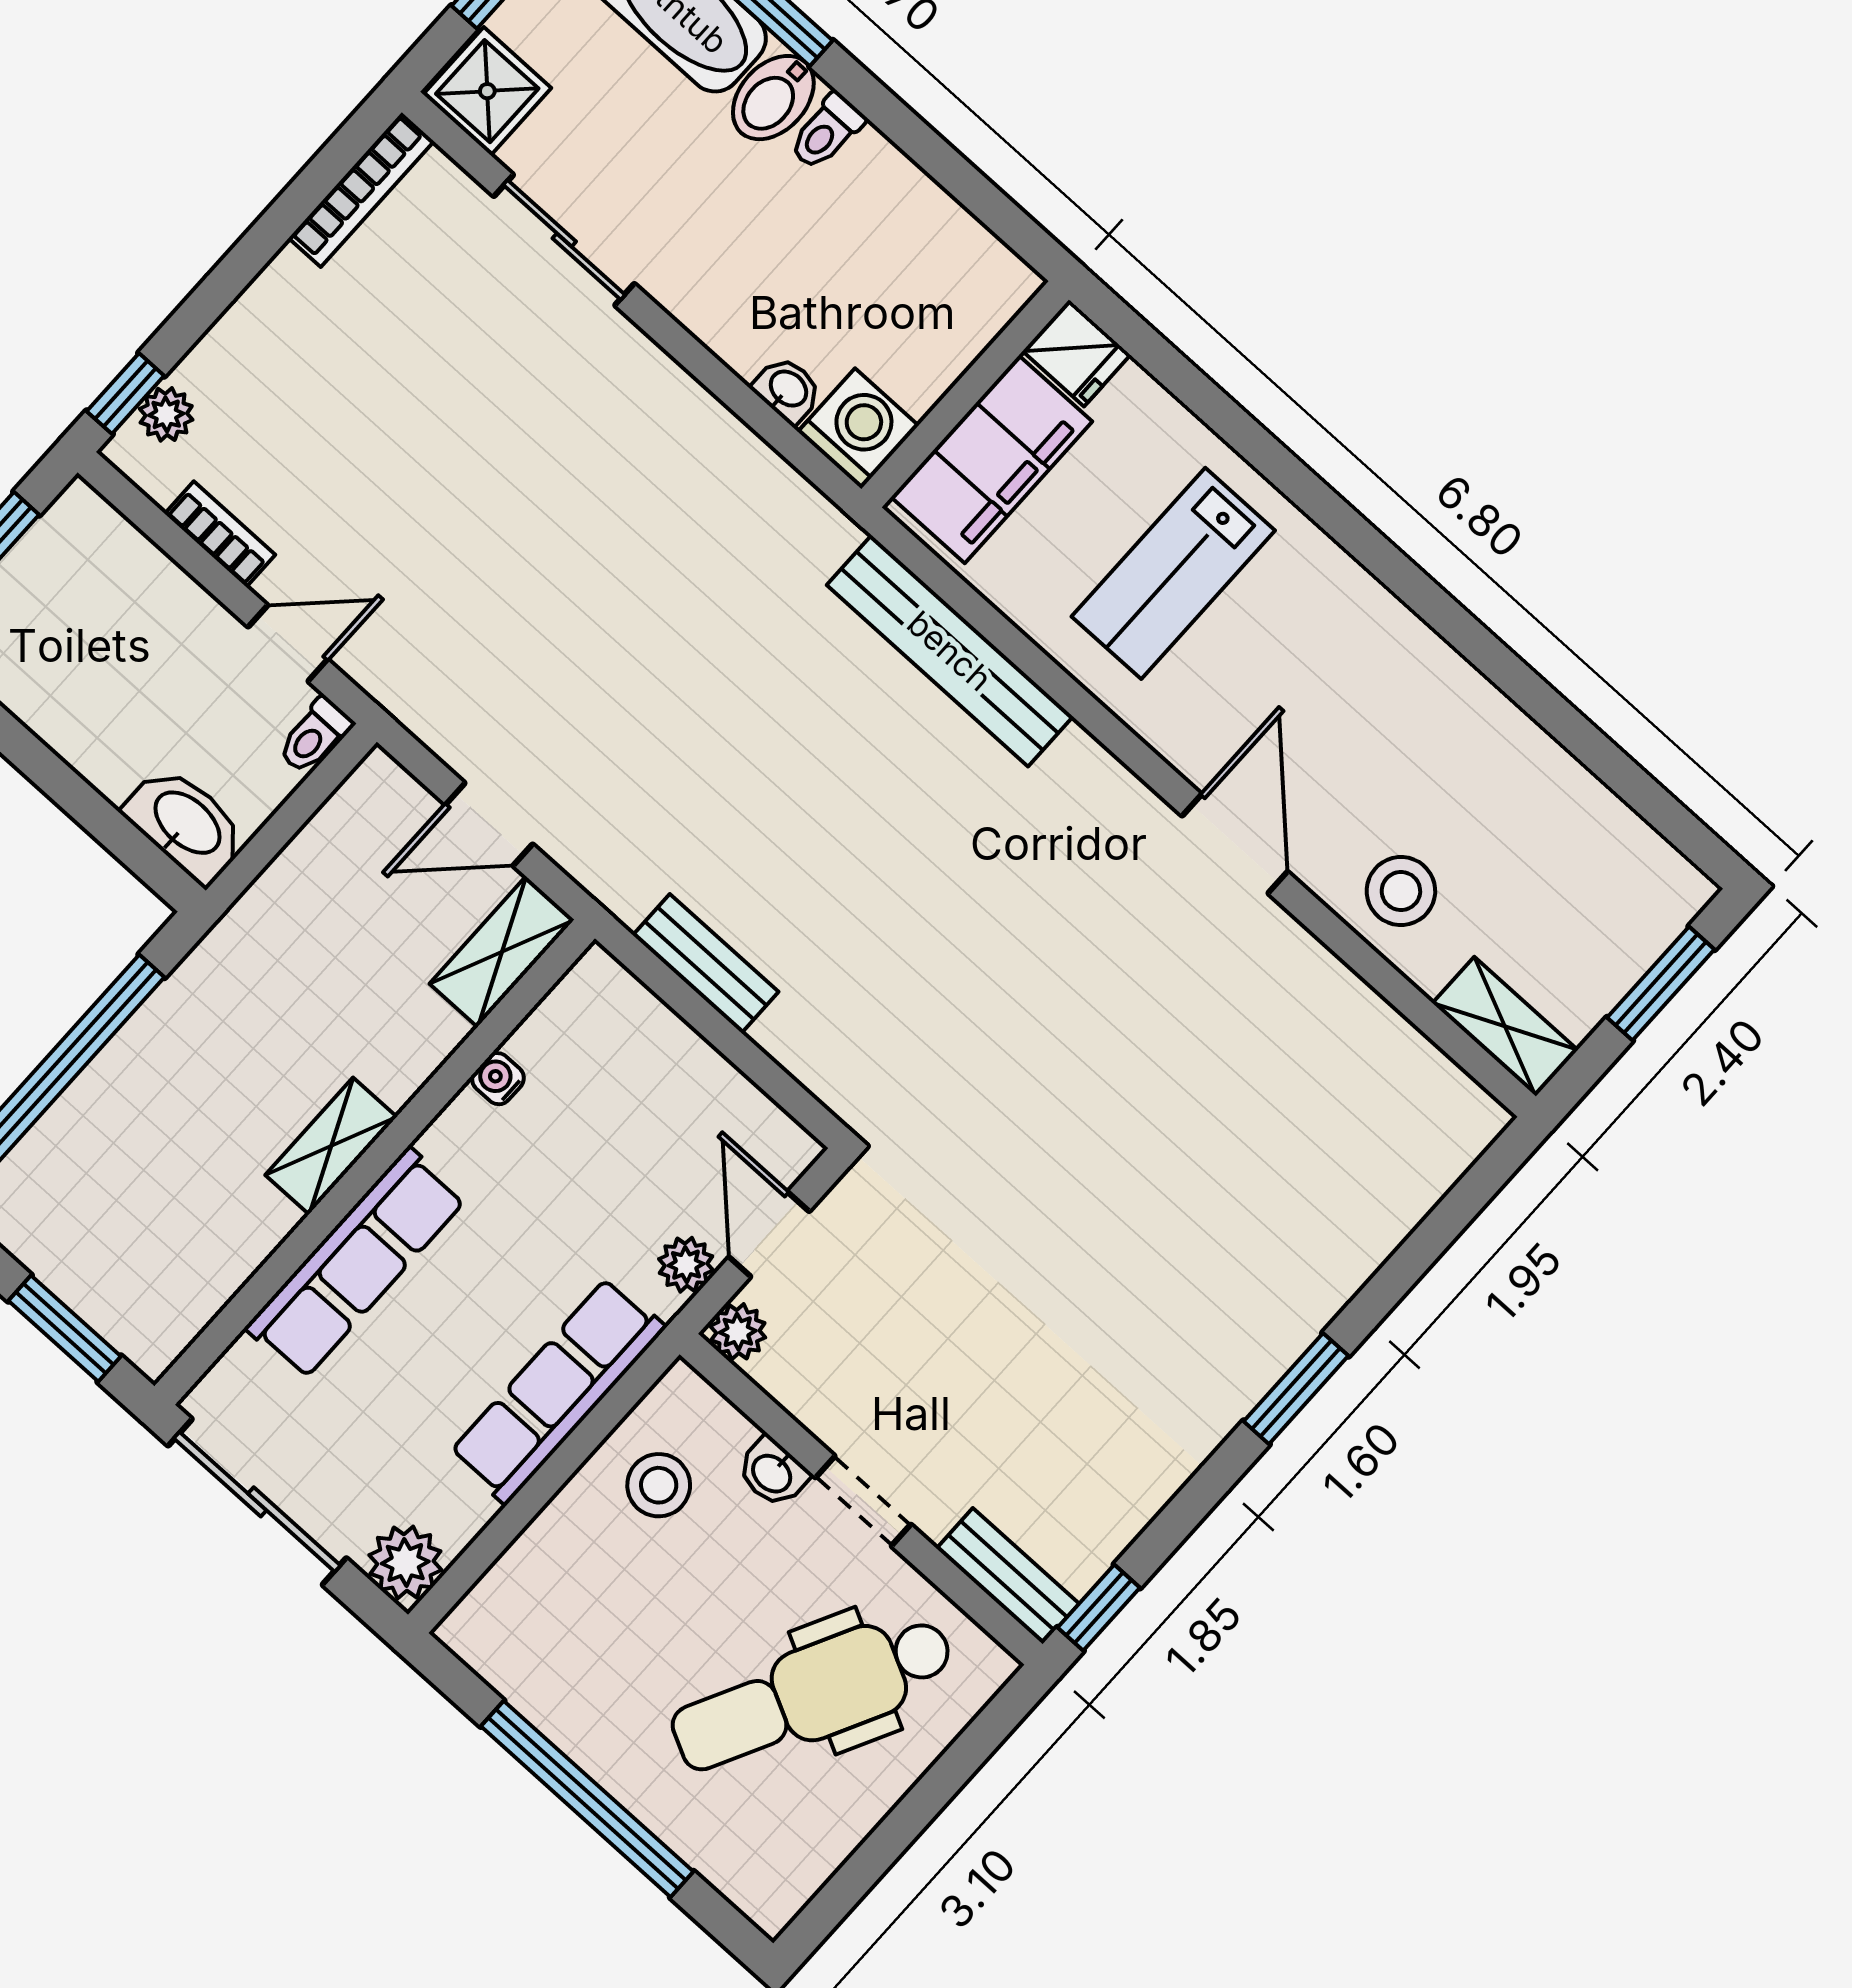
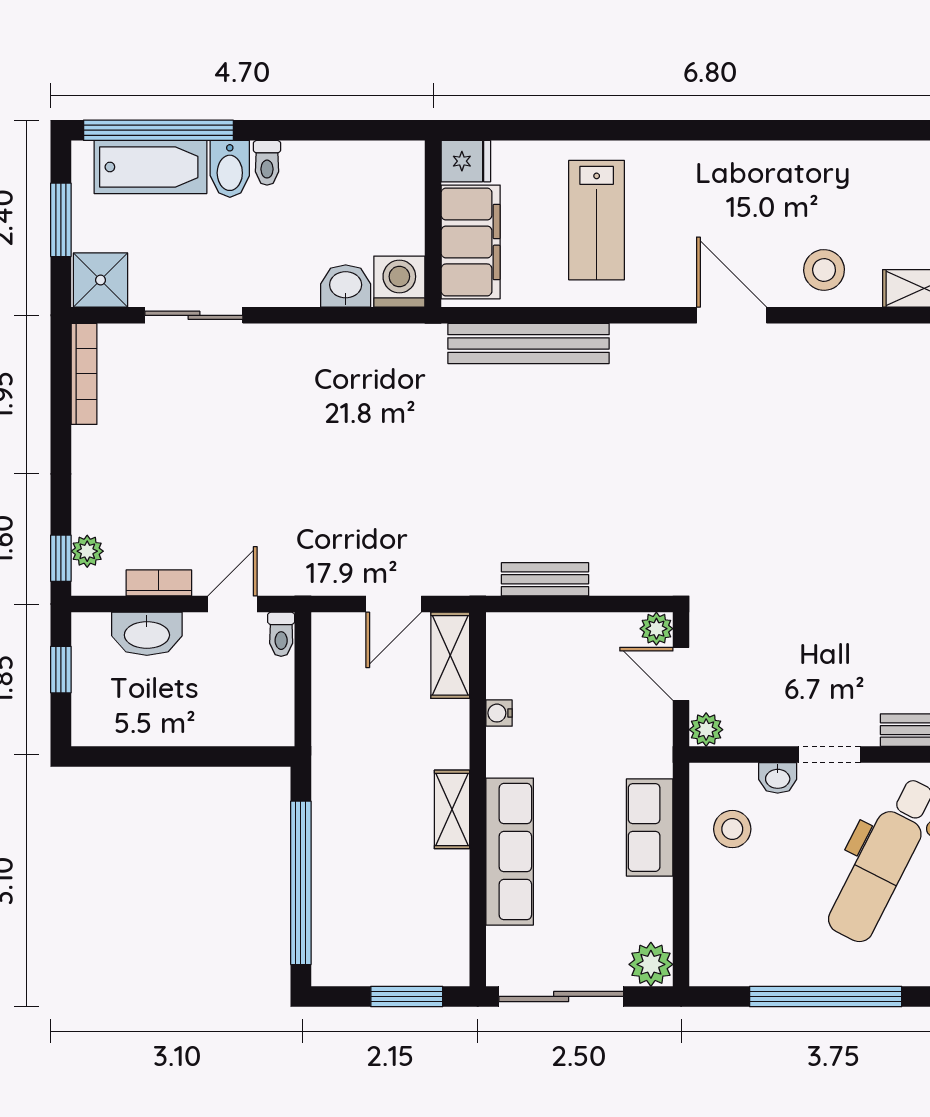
washbasin: (787, 390) -> (346, 286), width x1.38, depth x1.45
washbasin: (186, 824) -> (147, 634), moved, turned 180
plant: (686, 1265) -> (656, 629), moved
row of seats: (557, 1391) -> (650, 827), width x0.68

